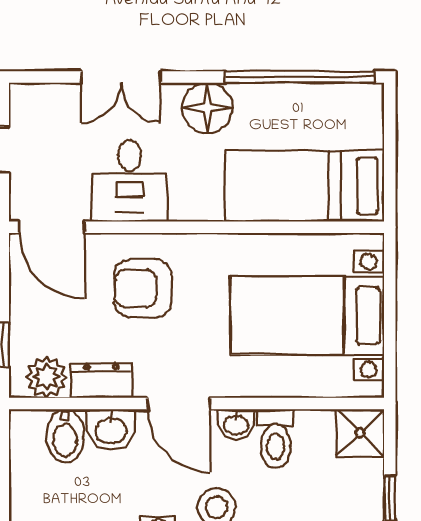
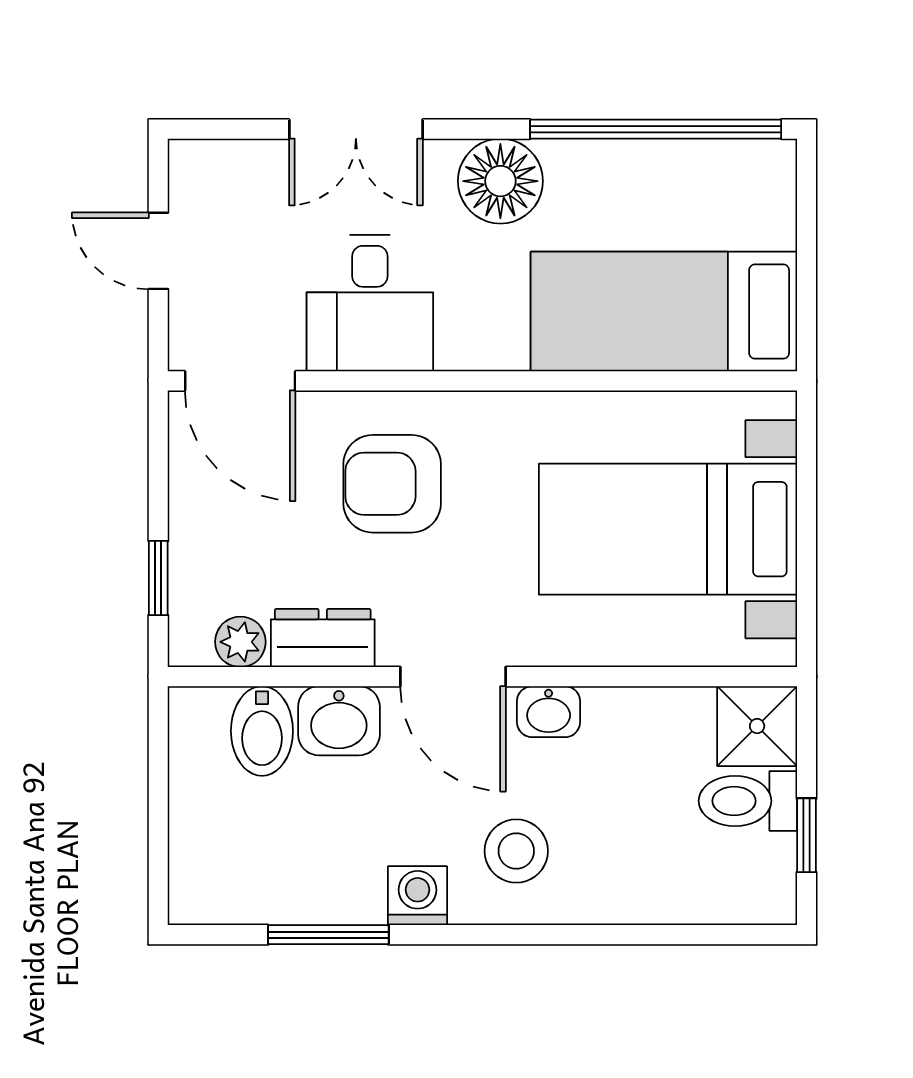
plant: (47, 377) -> (240, 642), width x0.73, depth x0.73
toilet: (276, 438) -> (748, 801), moved, turned 90

